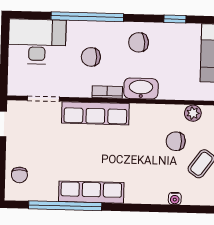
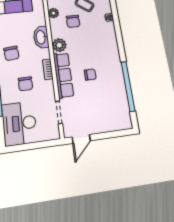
washbasin: (141, 89) -> (41, 37), moved
plant: (141, 114) -> (59, 45), added
chair: (19, 175) -> (90, 75), moved
row of seats: (91, 192) -> (116, 70), removed

